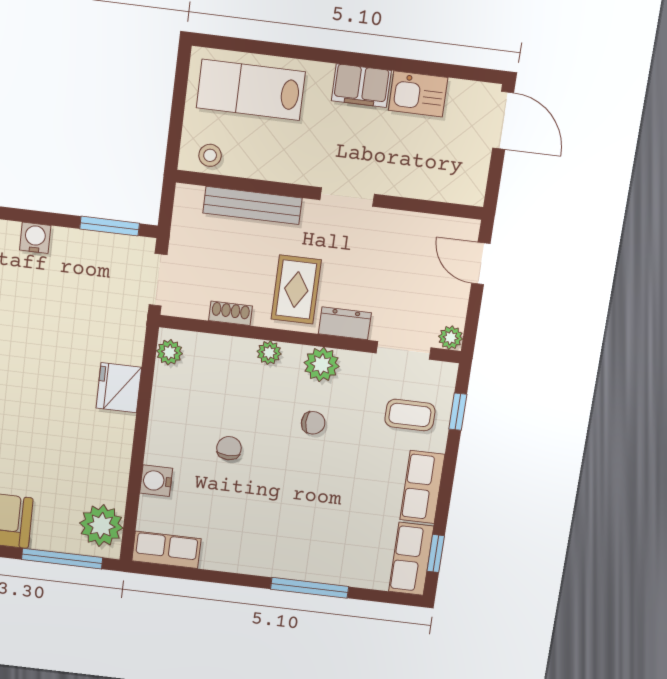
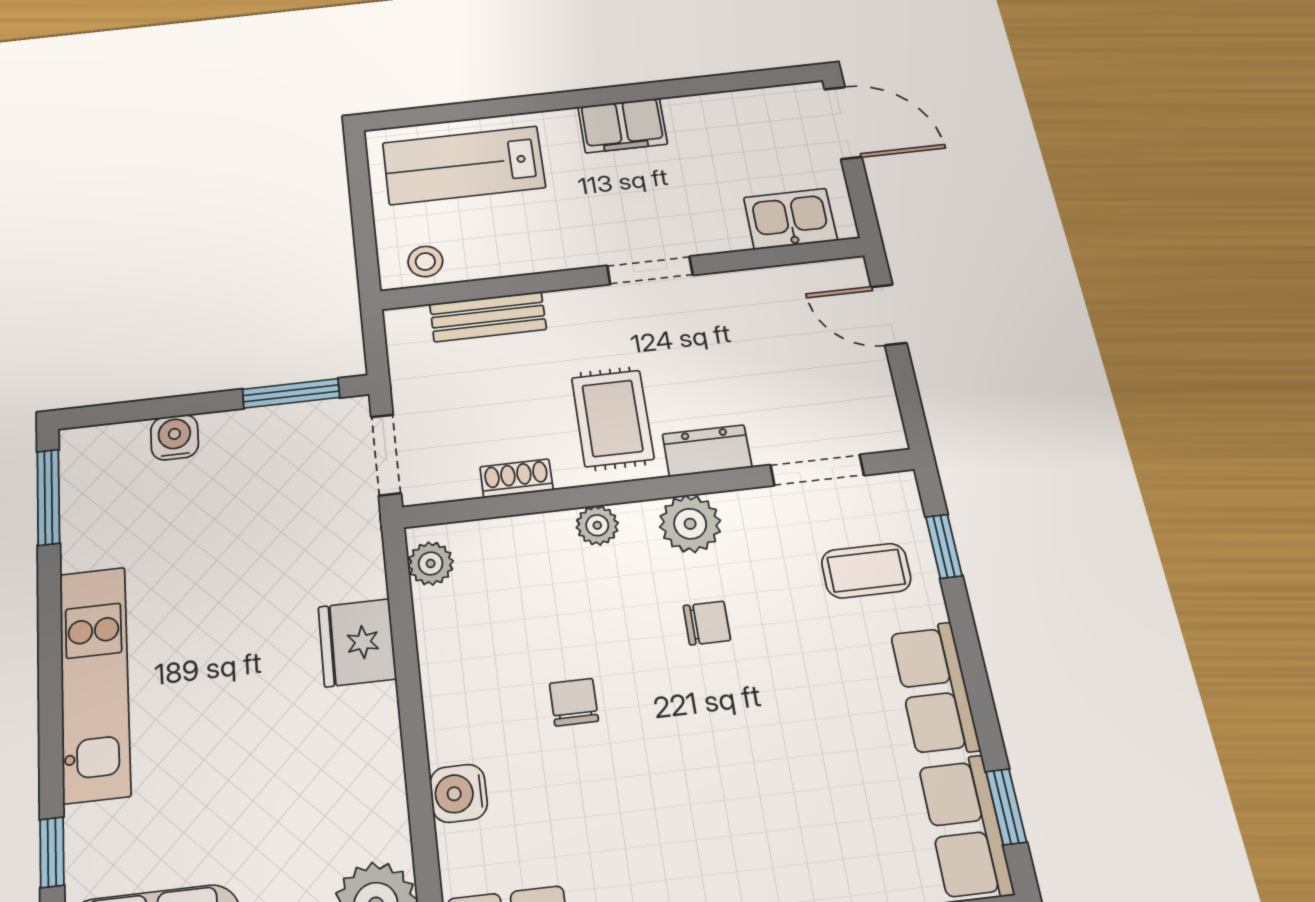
kitchen sink: (418, 94) -> (790, 219), moved, turned 180
bench: (252, 206) -> (488, 317), width x0.73
plant: (451, 338) -> (885, 433), removed

